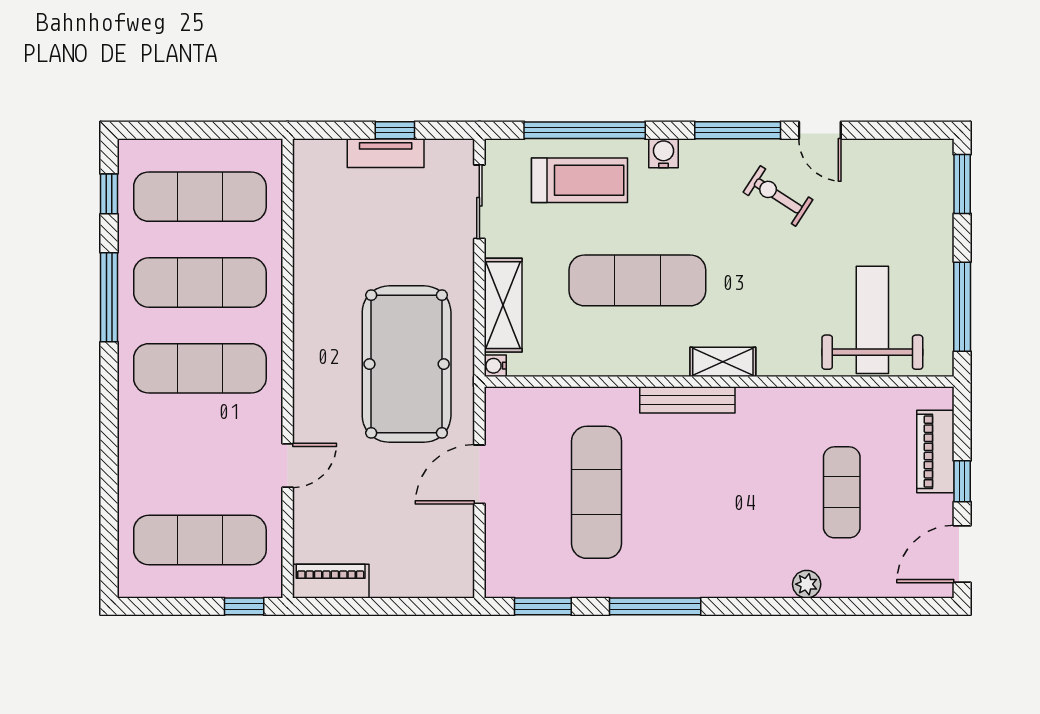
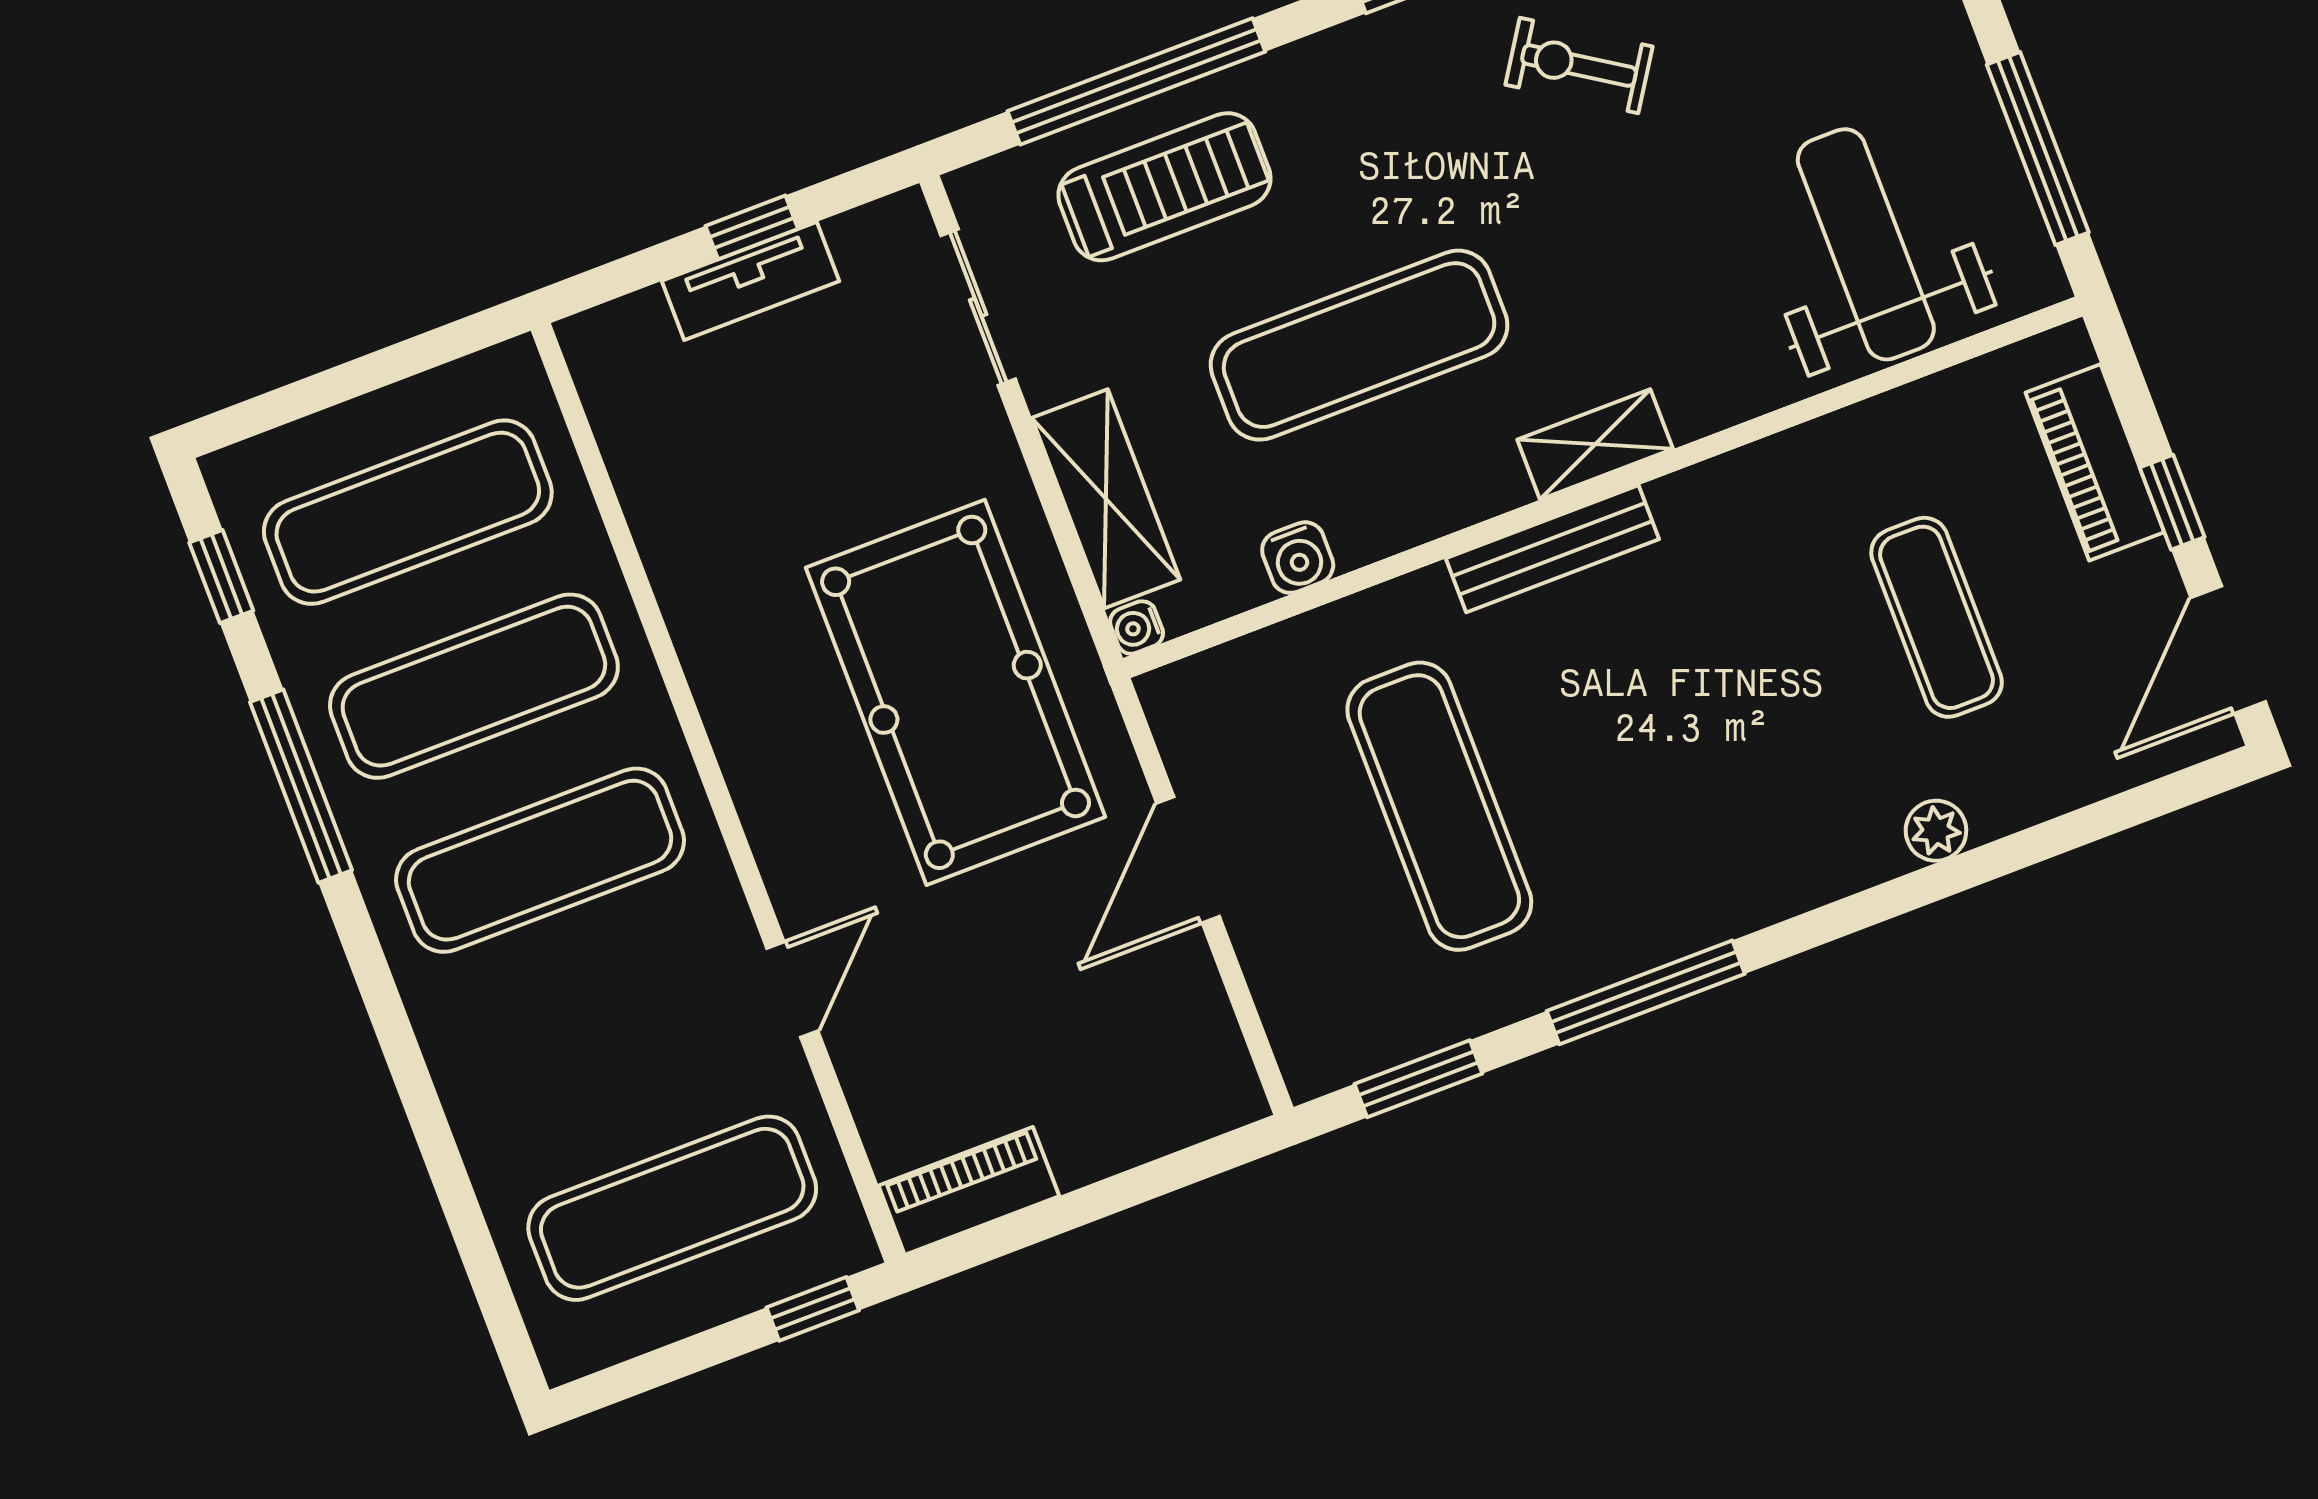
water cooler: (663, 153) -> (1298, 558), moved, turned 180

